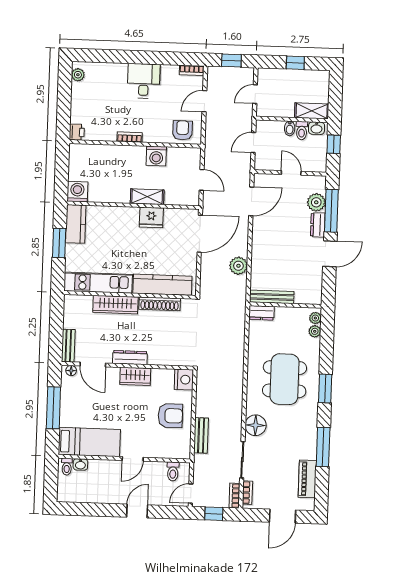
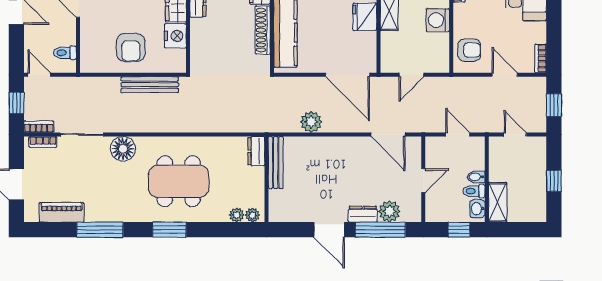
nightstand: (184, 380) -> (175, 36), moved, turned -90
bench: (201, 435) -> (150, 85), moved, width x1.36

